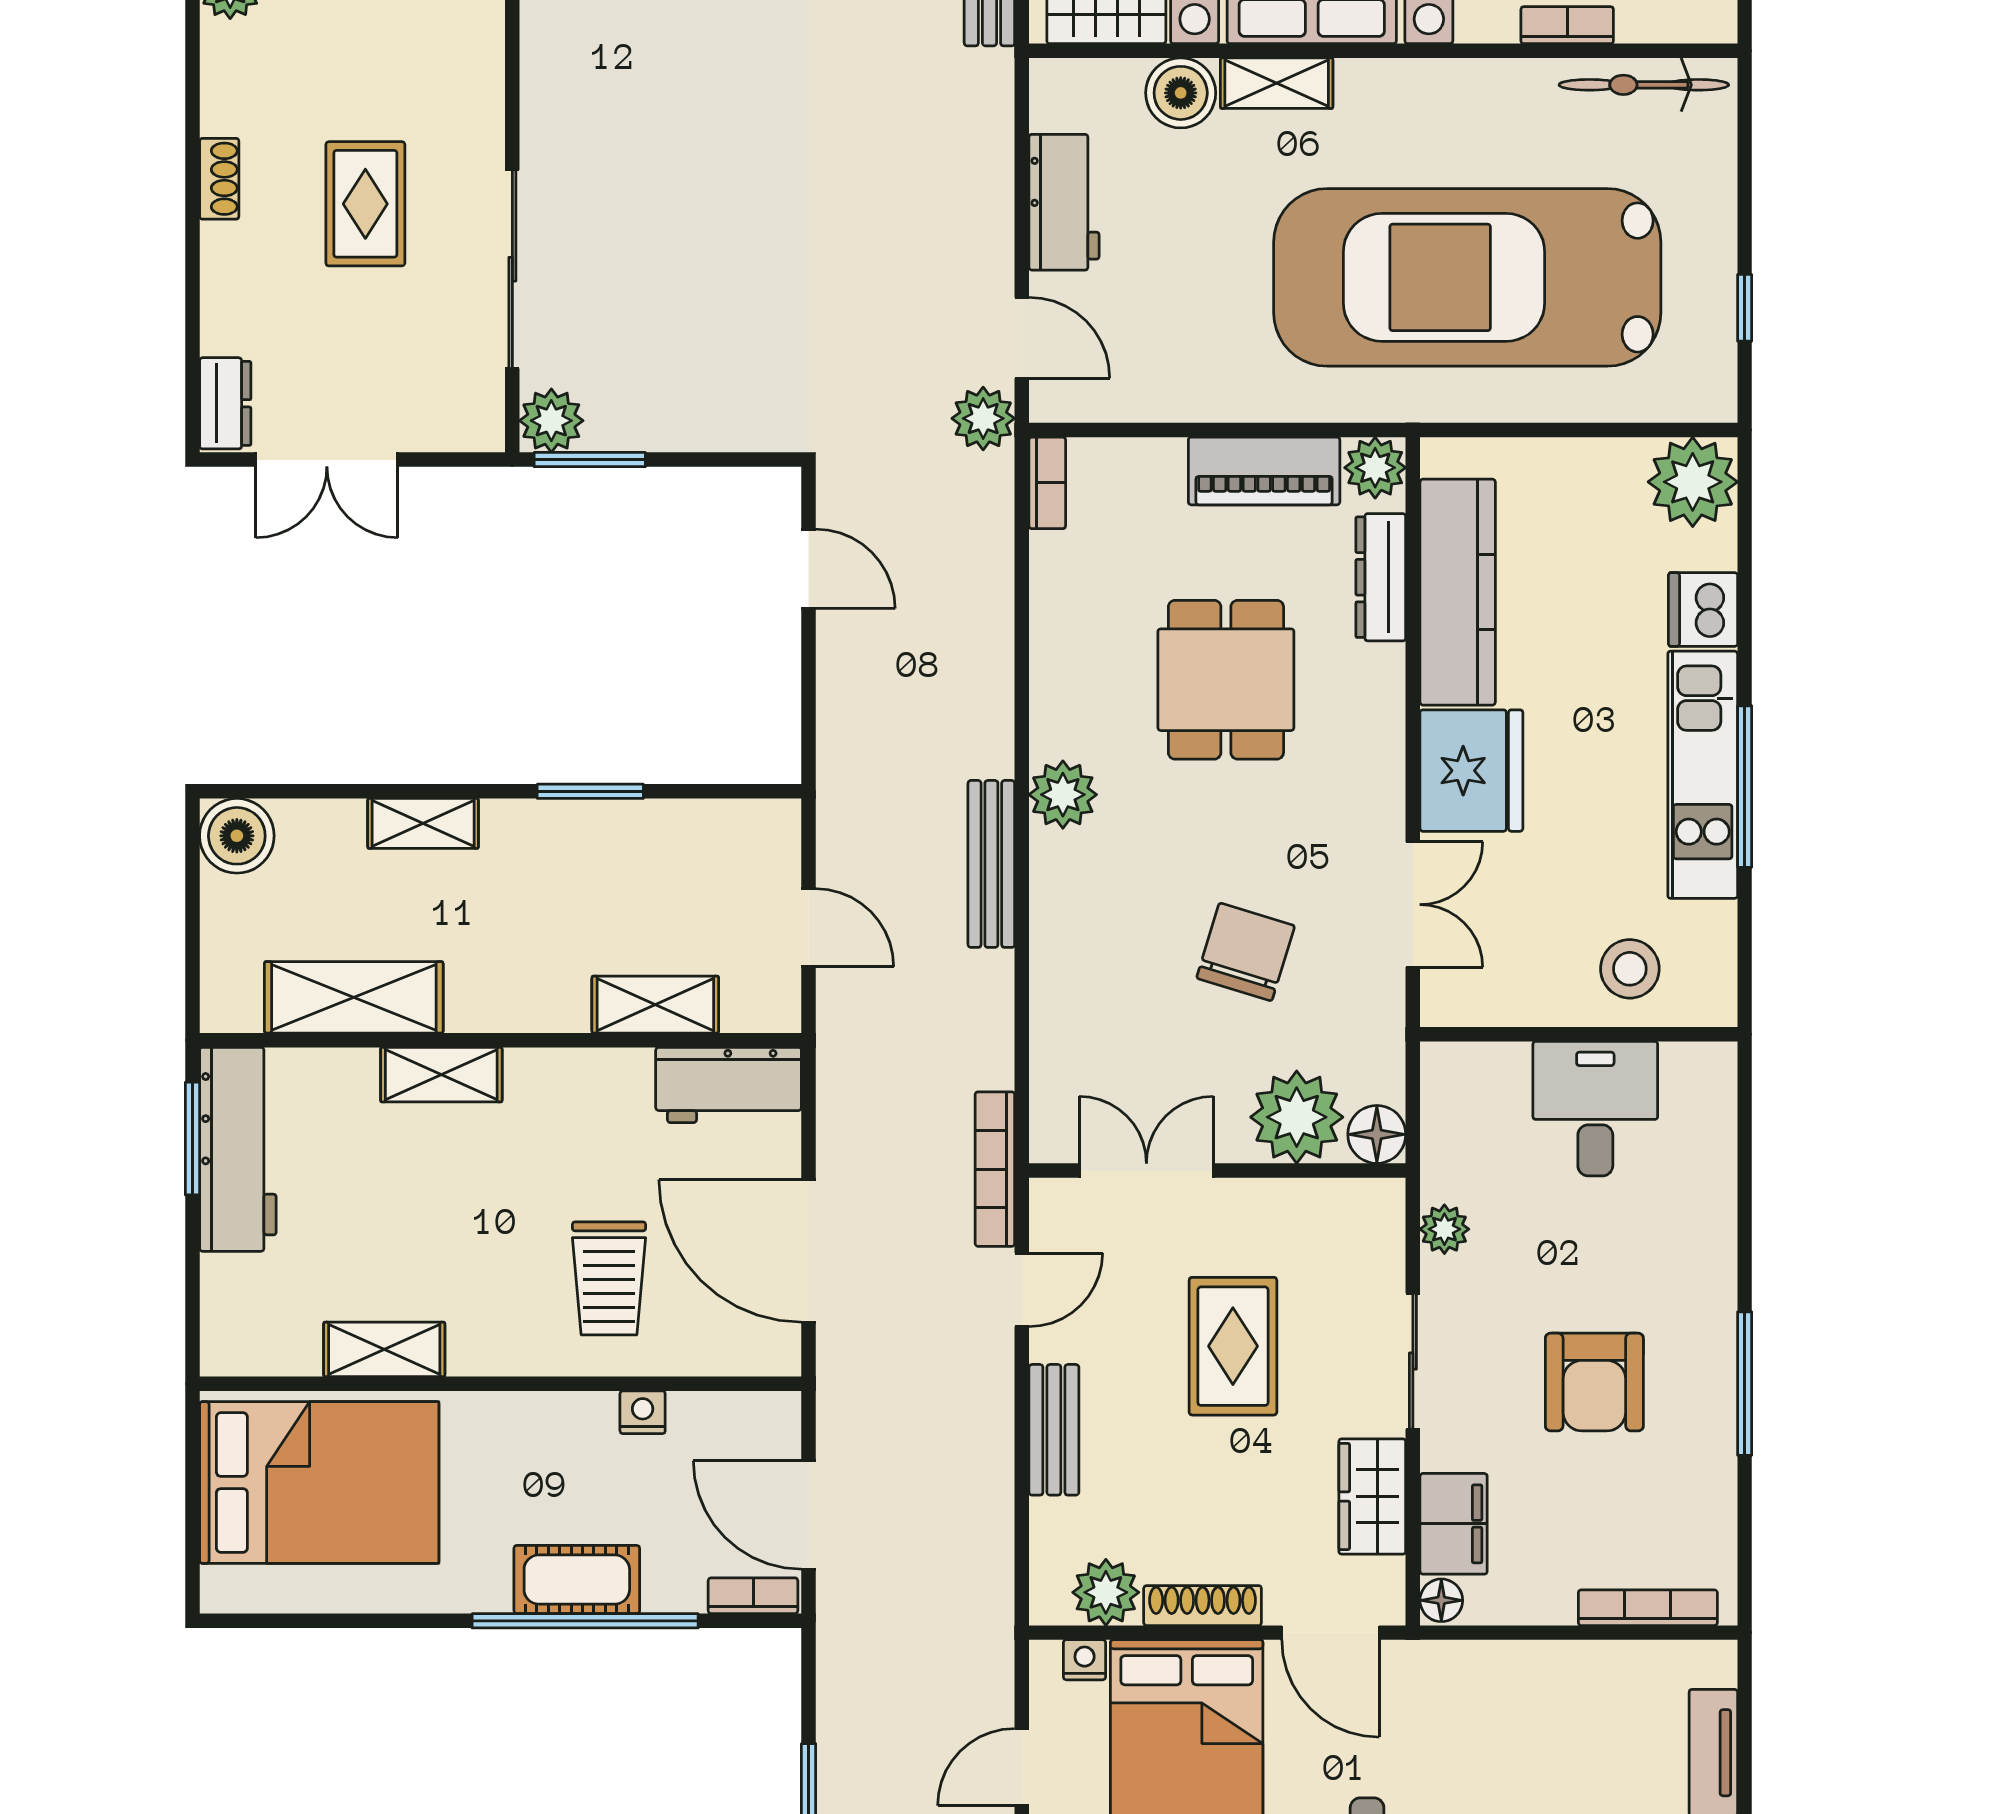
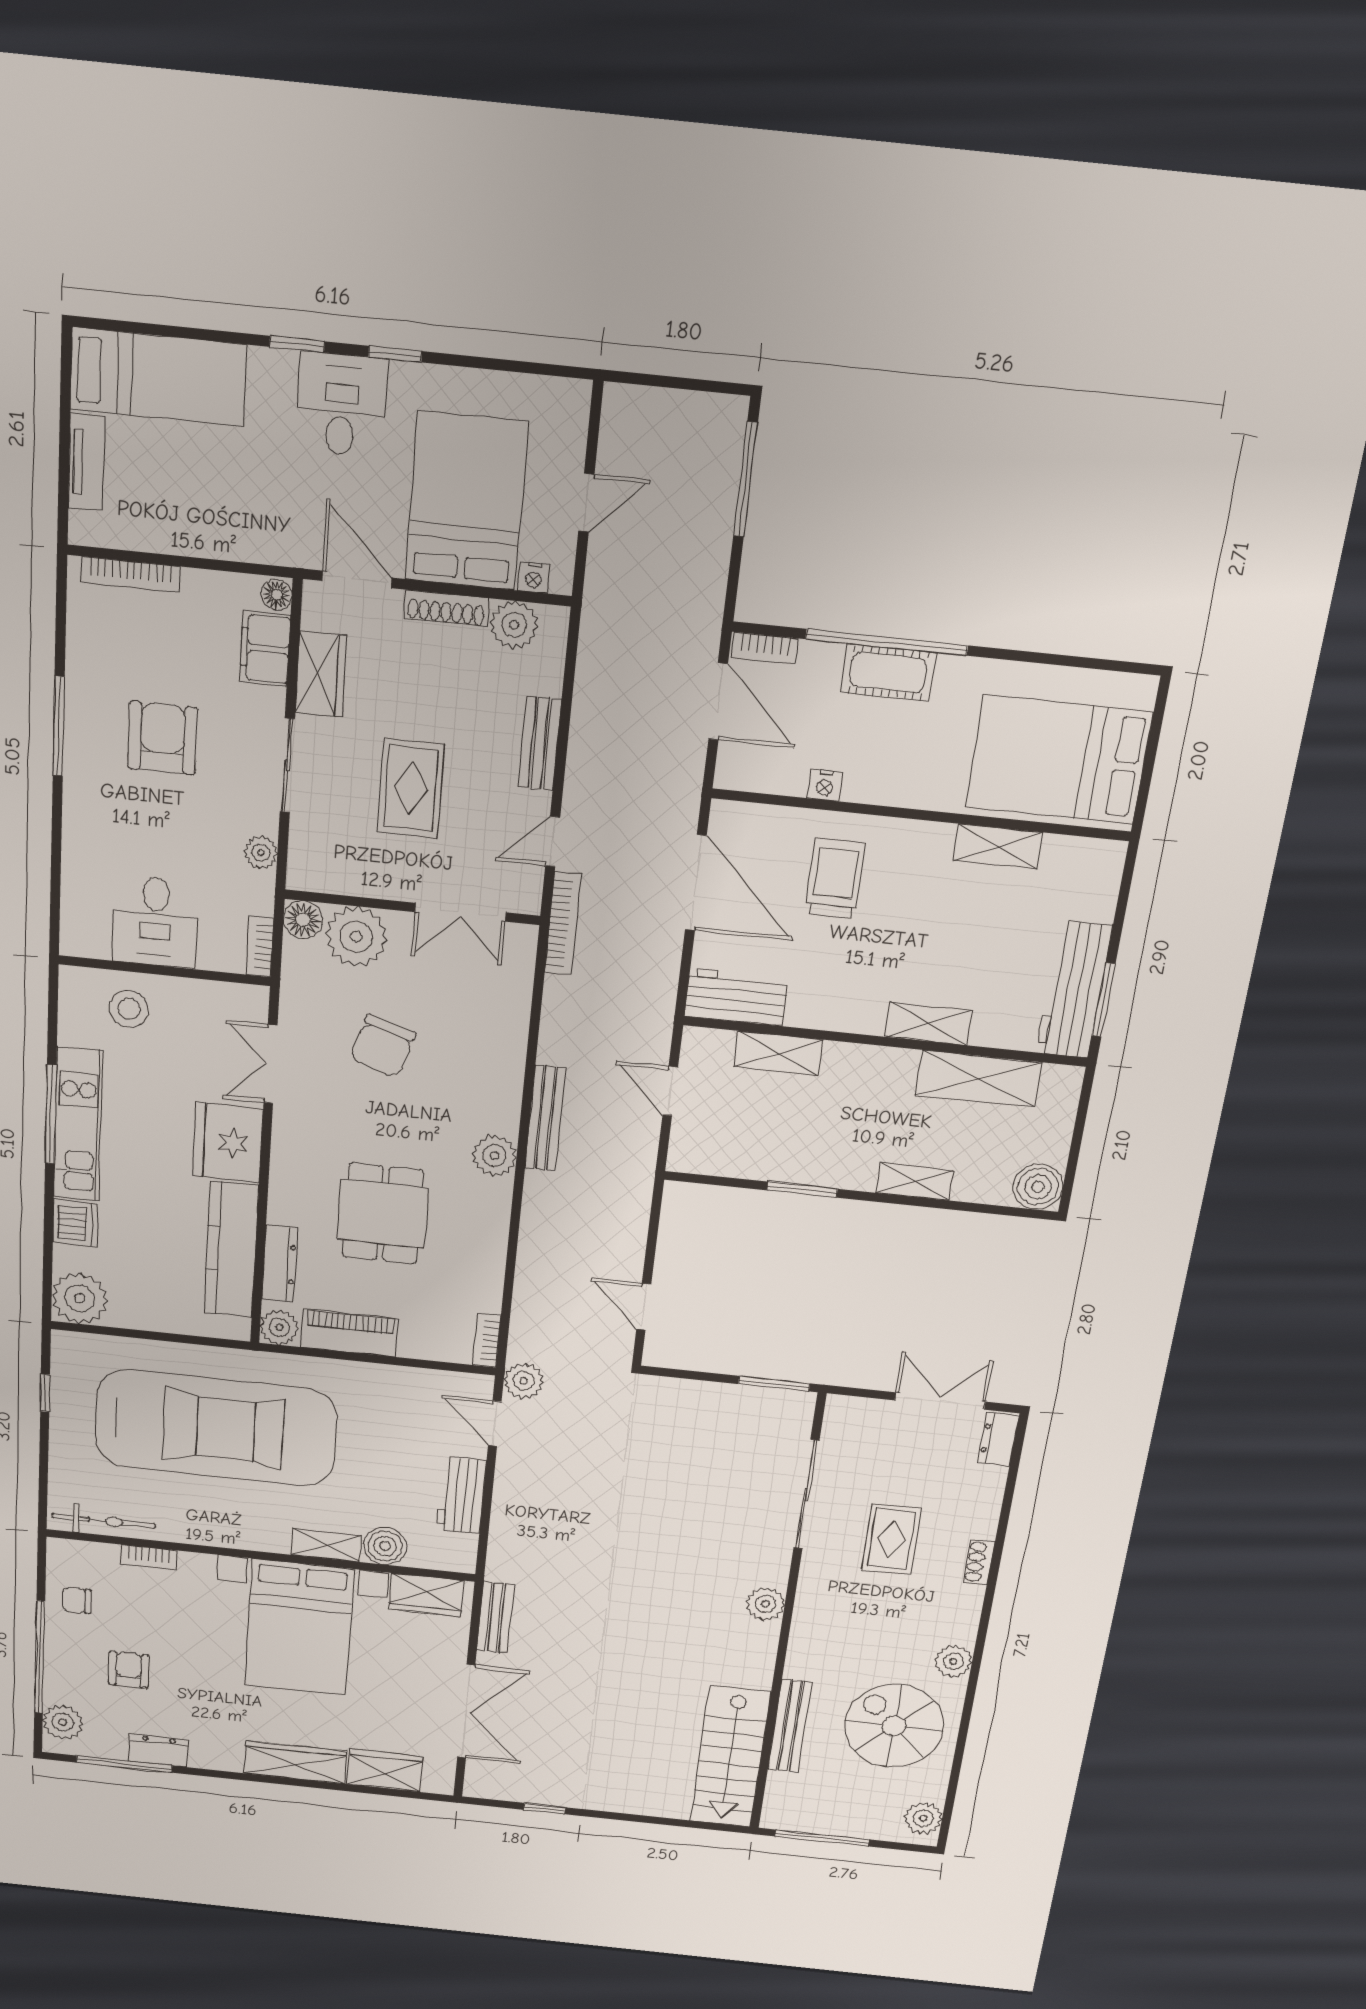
plant: (551, 421) -> (765, 1604), moved
bookcase: (1438, 1087) -> (260, 946), added

